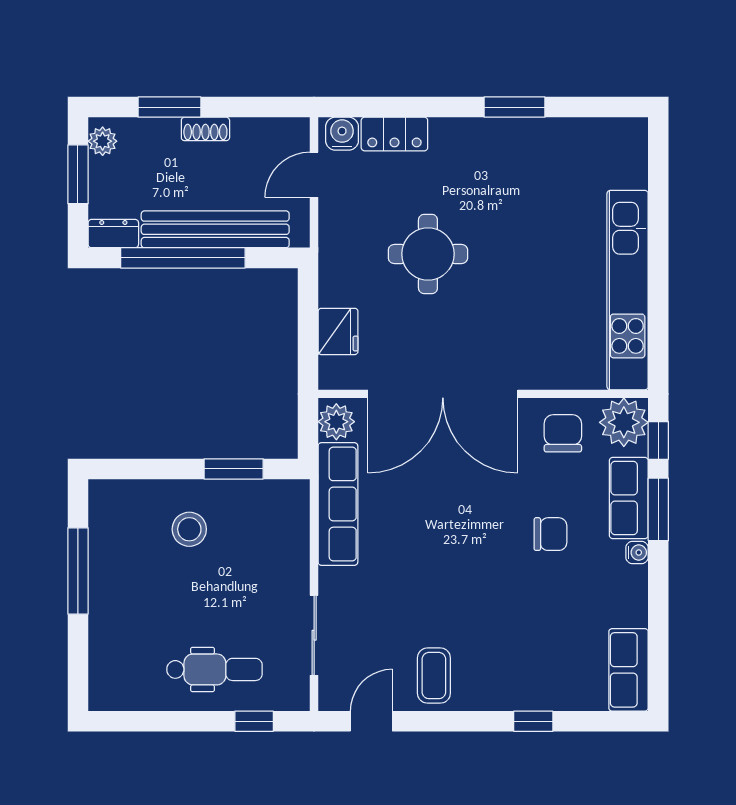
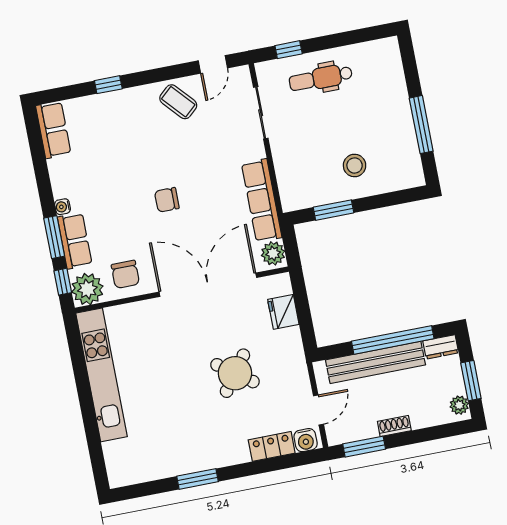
window: (169, 107) -> (364, 447), moved
round table: (428, 254) -> (235, 373), turned 36
chair: (550, 534) -> (167, 200), moved
coffee table: (434, 676) -> (178, 102), turned -42

